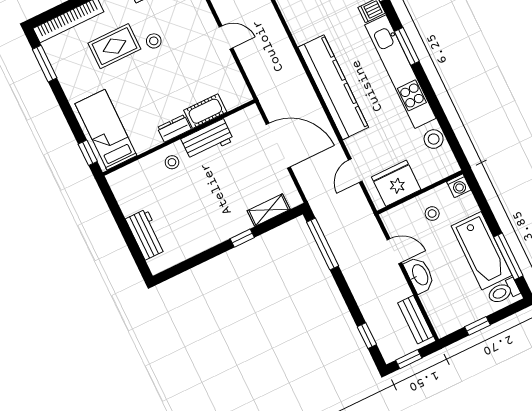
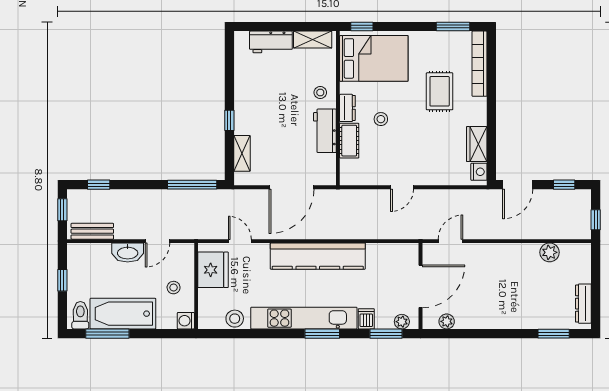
stool: (154, 41) -> (381, 119), moved
bed: (106, 130) -> (374, 58), width x1.50
shelving: (124, 195) -> (313, 40), added

